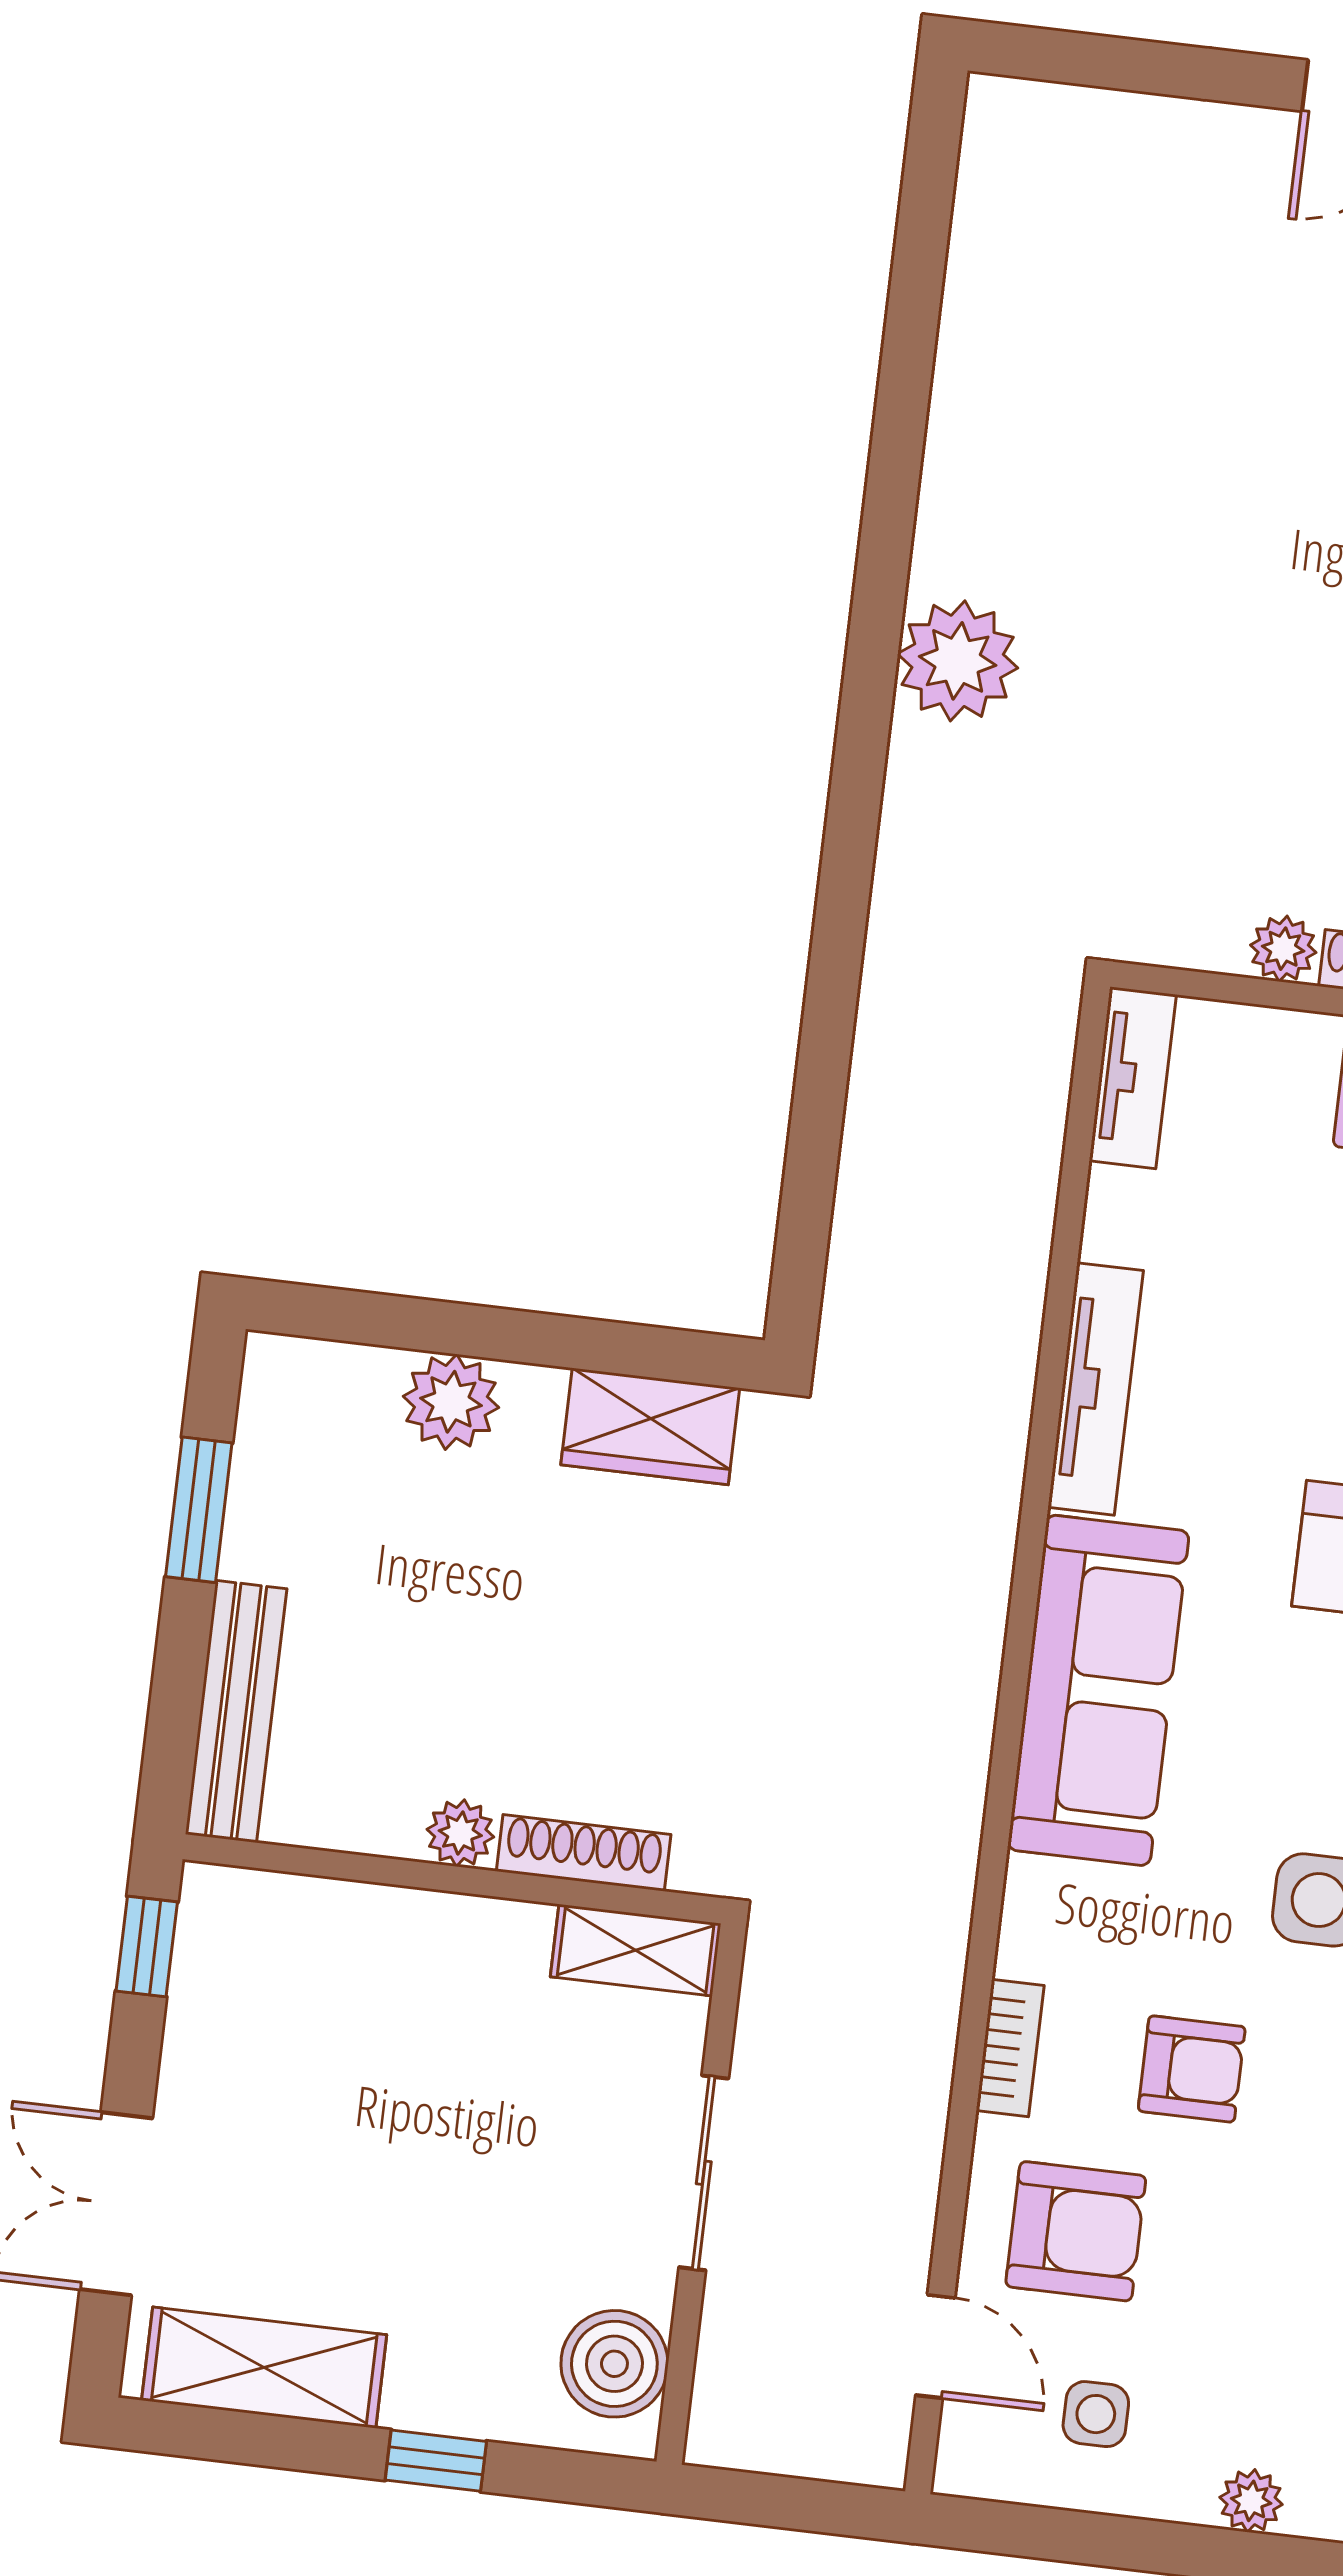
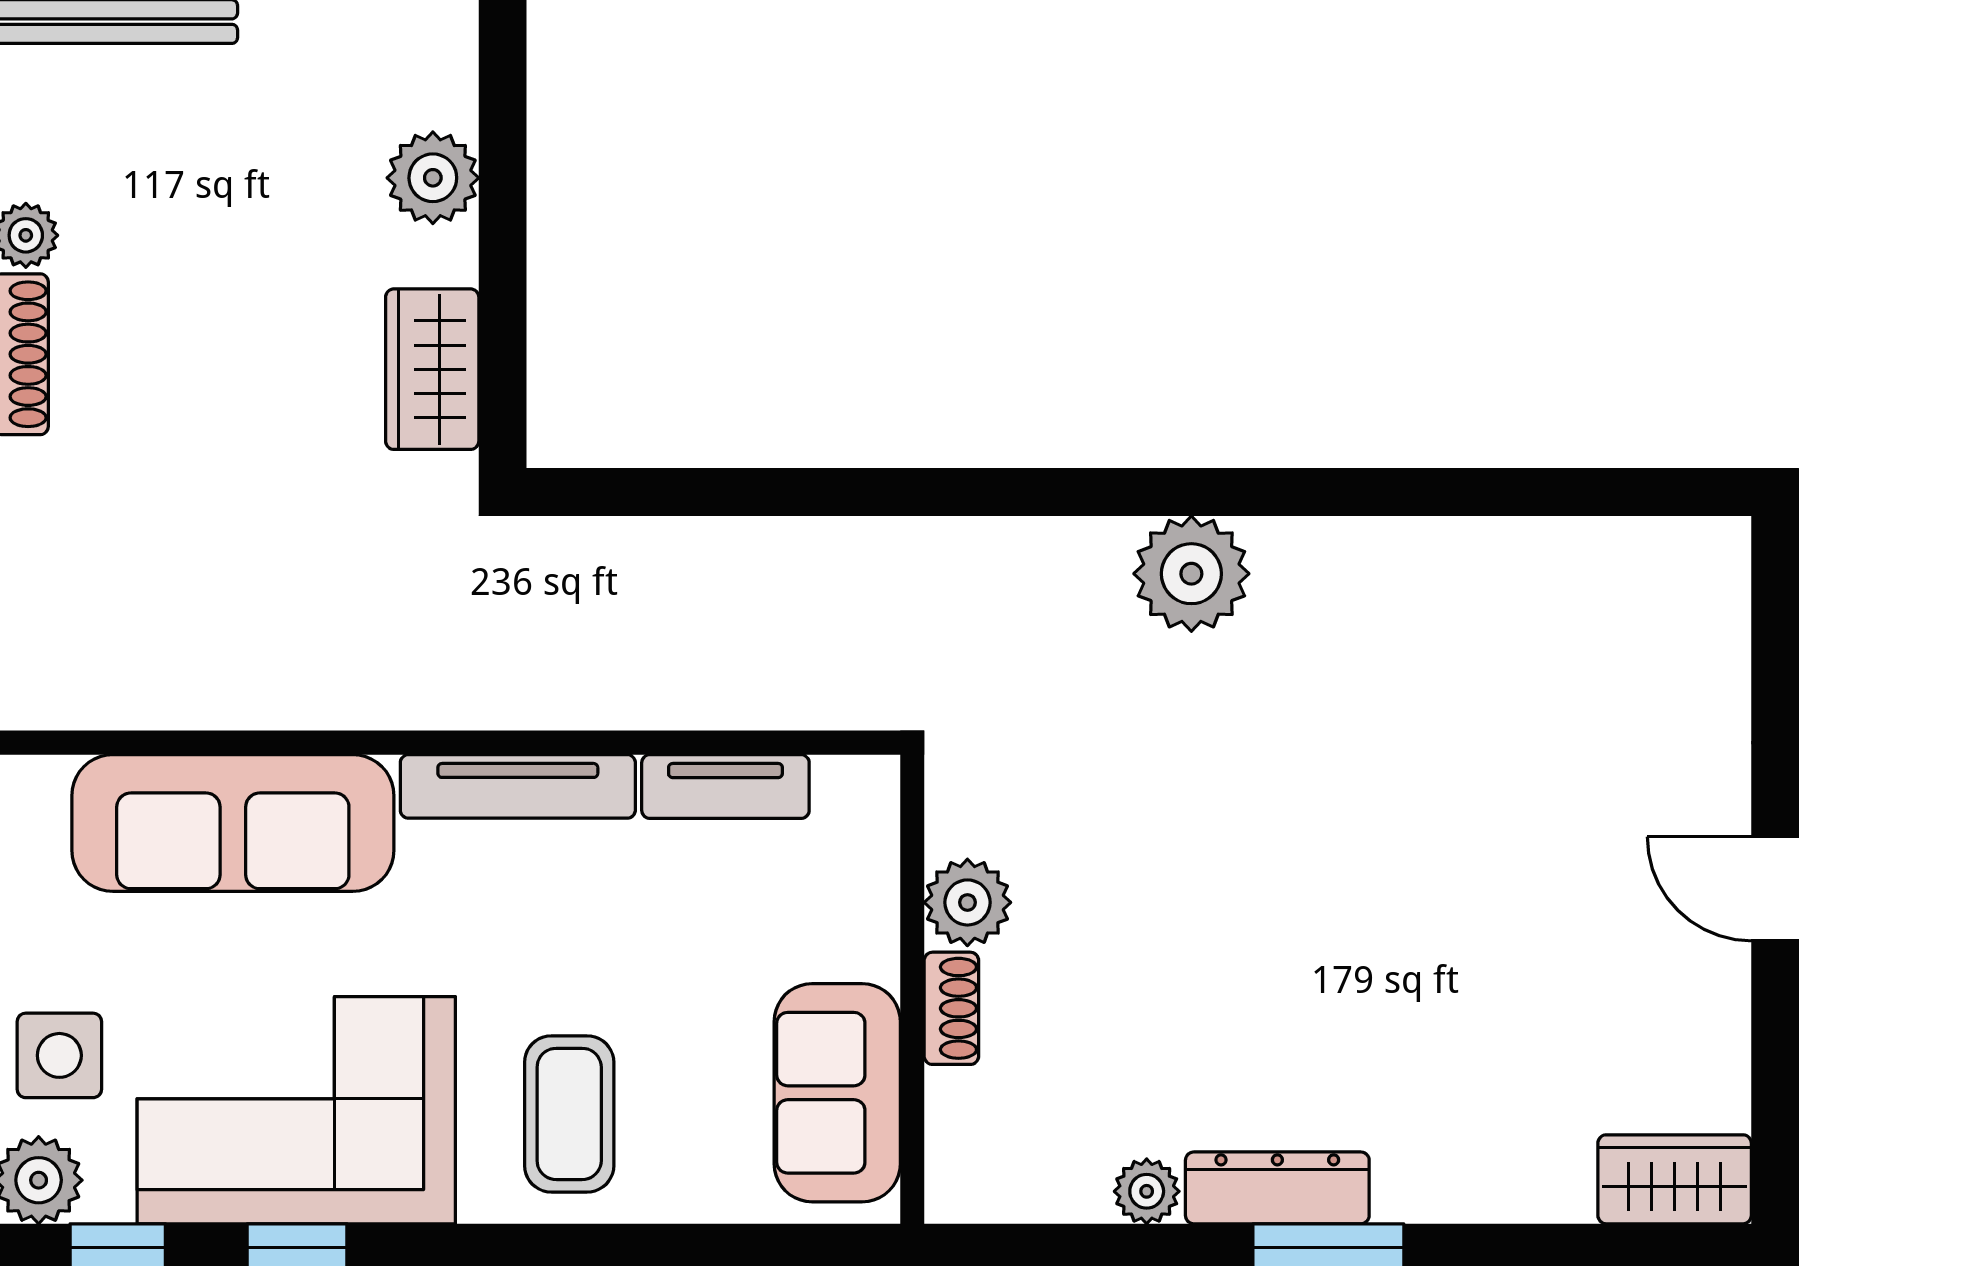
plant: (1283, 949) -> (967, 902), width x1.38, depth x1.38
tv unit: (1133, 1078) -> (725, 787), moved

